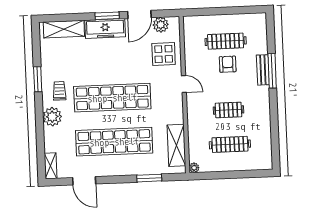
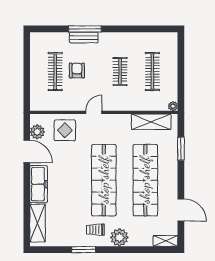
window: (107, 16) -> (27, 182), removed
armchair: (228, 64) -> (77, 70), turned 90
door: (84, 181) -> (181, 210), hinge flipped

